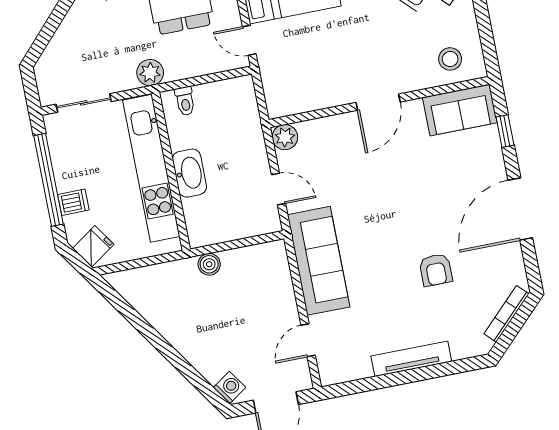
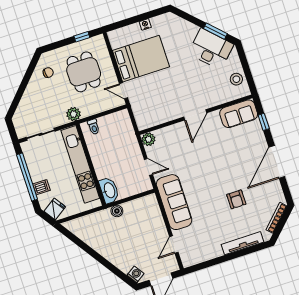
stool: (450, 59) -> (236, 79), moved
washbasin: (189, 173) -> (109, 190), moved
tv unit: (411, 359) -> (243, 243), moved

